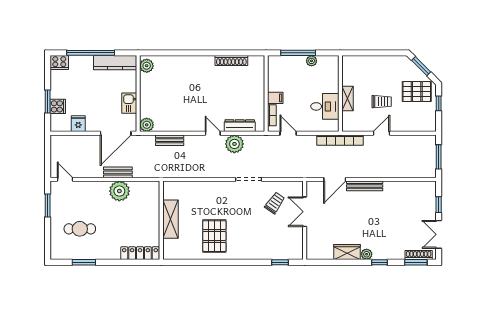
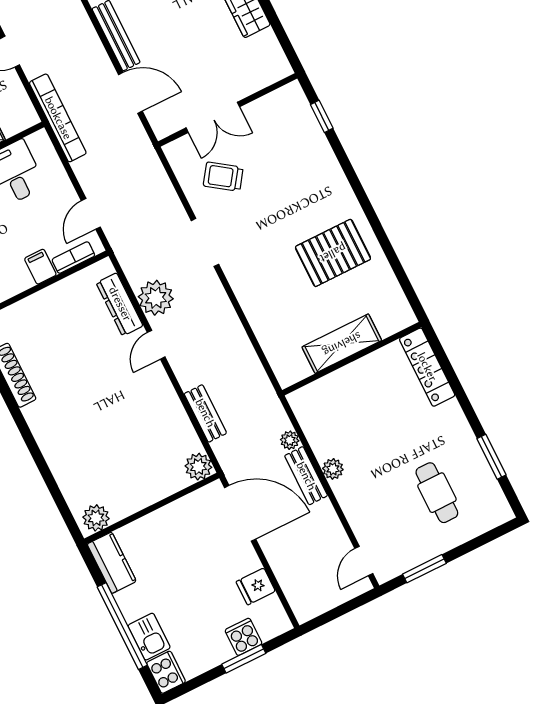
kitchen counter: (115, 63) -> (112, 563), width x0.67
kitchen sink: (129, 103) -> (149, 637), moved, turned -90
plant: (138, 173) -> (290, 440), added
plant: (119, 191) -> (333, 469), width x0.53, depth x0.53

